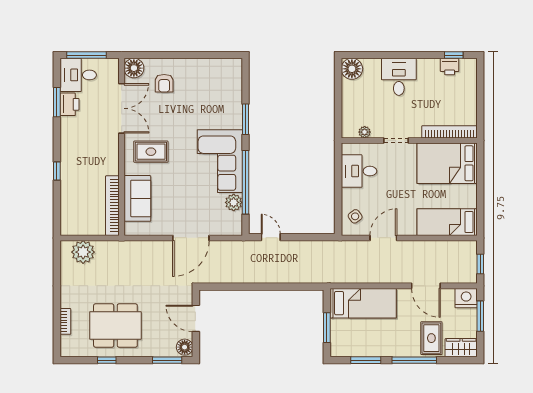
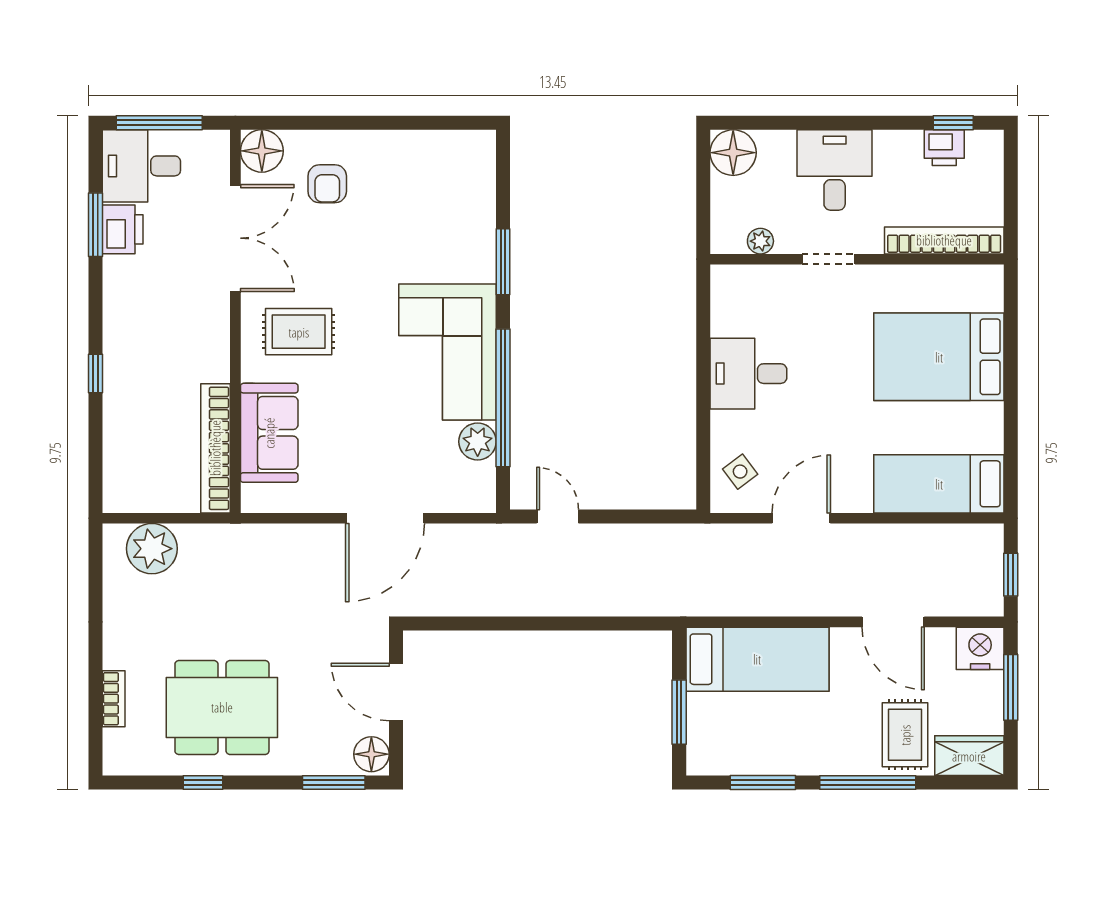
plant: (365, 132) -> (760, 241), moved
bookcase: (450, 132) -> (944, 240), moved
doorway: (396, 140) -> (828, 259), moved
wall: (409, 140) -> (857, 259), moved

